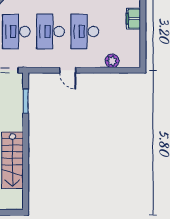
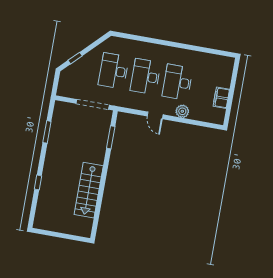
filing cabinet: (133, 19) -> (221, 98), moved
plant: (112, 61) -> (182, 111), moved

